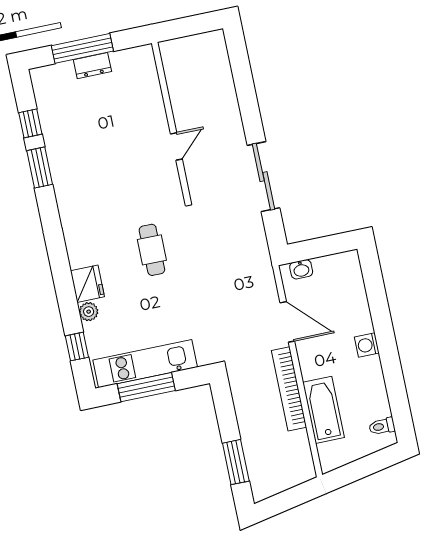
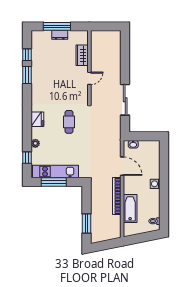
wardrobe: (150, 100) -> (82, 55), added
fridge: (87, 284) -> (37, 119), moved

